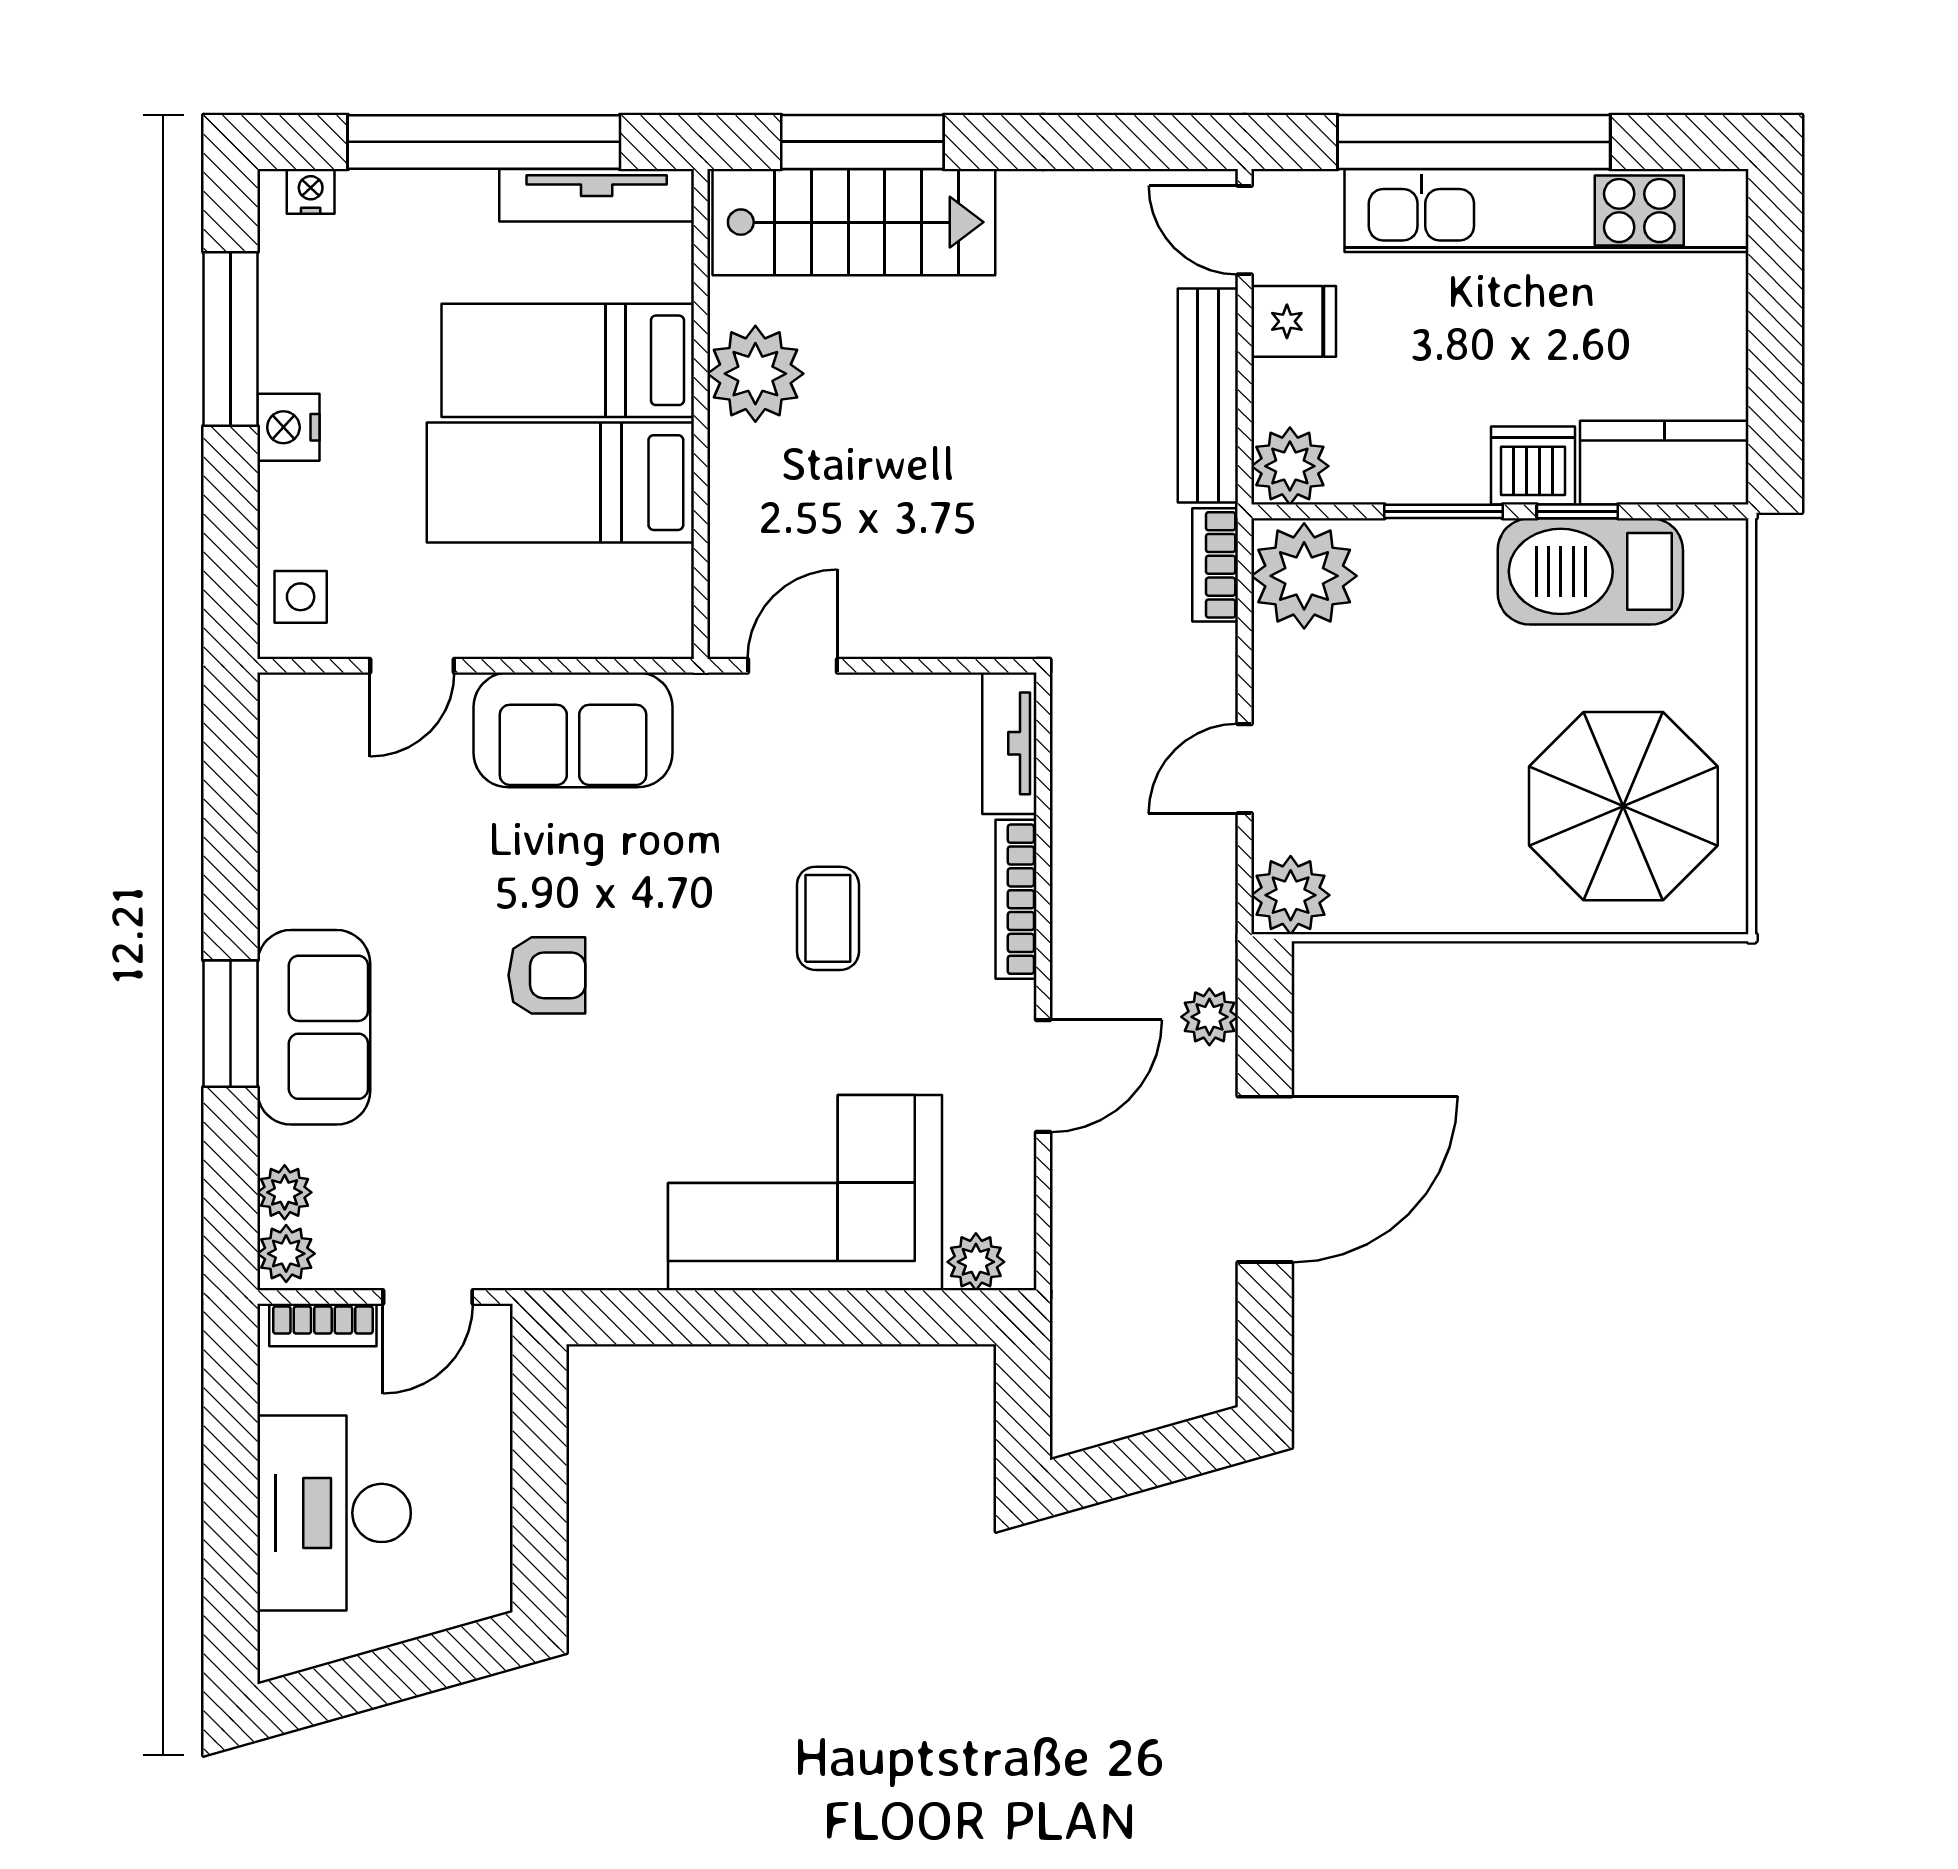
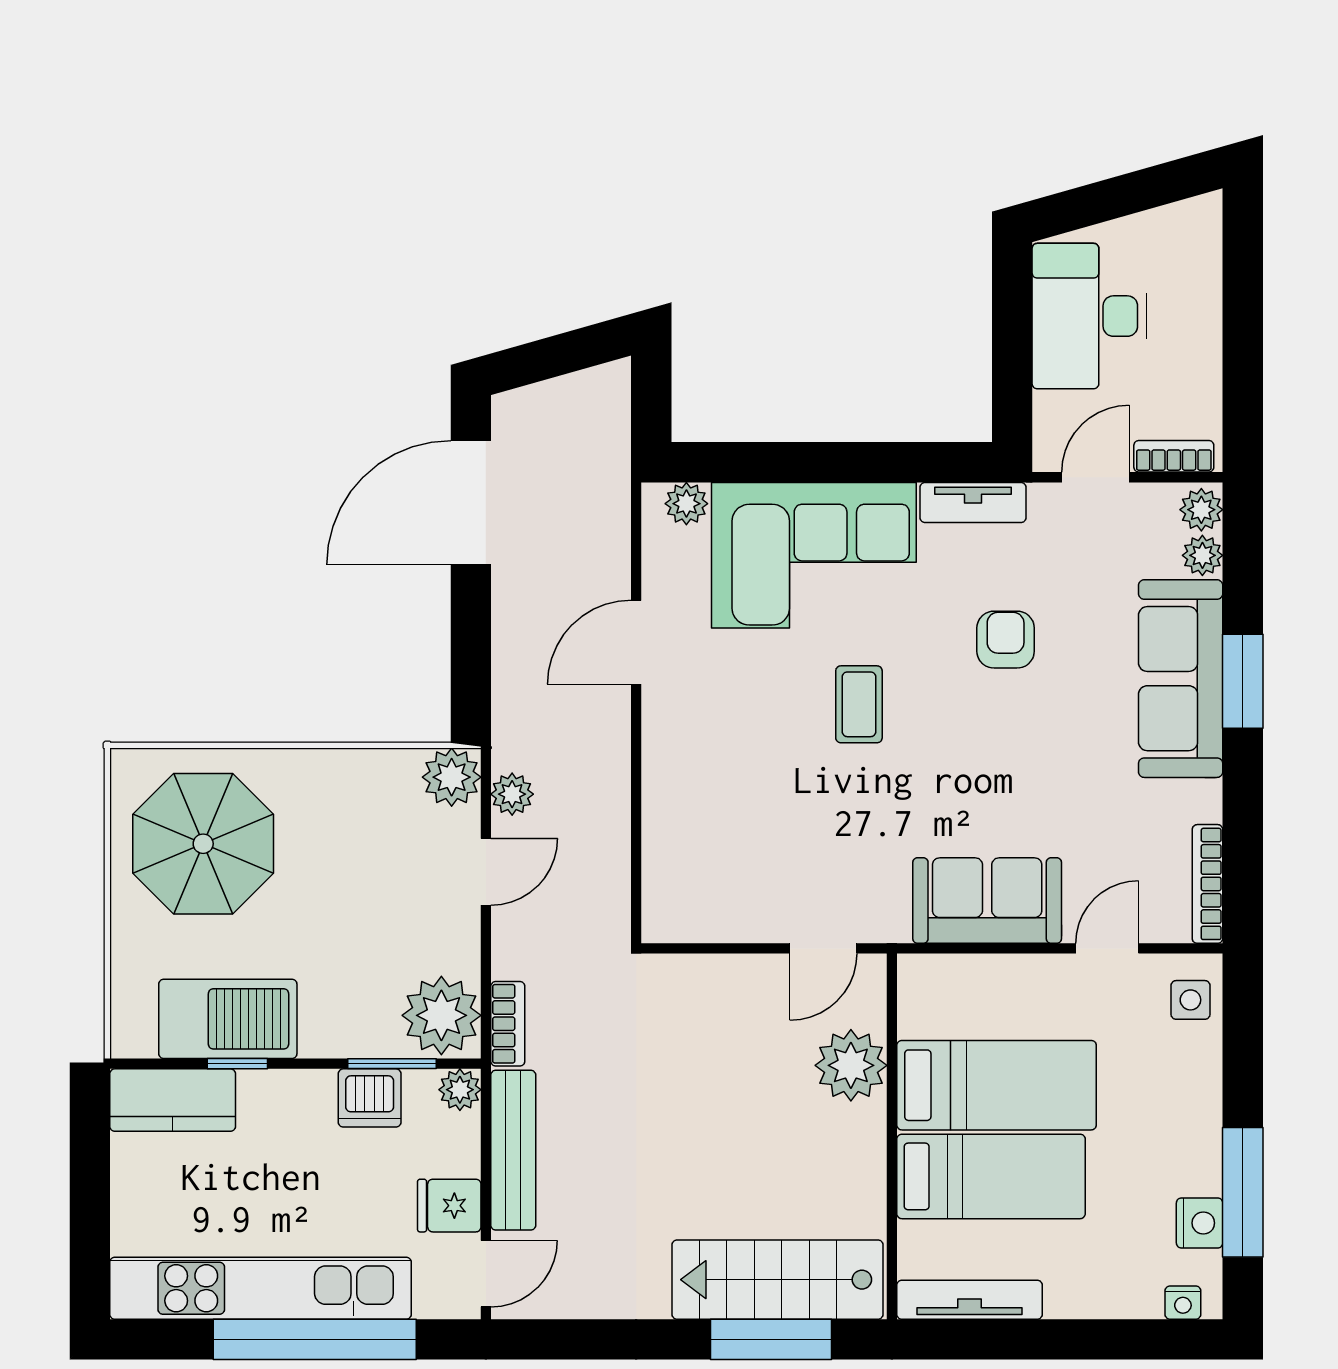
window: (484, 142) -> (1054, 1339), removed
door: (1245, 230) -> (486, 1274), hinge flipped
plant: (755, 374) -> (851, 1065), moved
nightstand: (288, 427) -> (1200, 1223), moved
dishwasher: (1533, 465) -> (370, 1098), moved
plant: (1290, 466) -> (460, 1090), width x0.73, depth x0.73
window: (1444, 511) -> (392, 1064), moved
tv unit: (1009, 743) -> (973, 502), moved, turned 90
bookcase: (1016, 899) -> (1207, 884), moved, turned 180
coffee table: (828, 918) -> (859, 704), moved
armchair: (547, 975) -> (1006, 640), moved, turned 90
plant: (1209, 1017) -> (512, 794), moved
sofa: (314, 1027) -> (1181, 679), width x1.36
door: (1265, 1179) -> (471, 503), moved
desk: (334, 1513) -> (1089, 316), moved, turned 180

